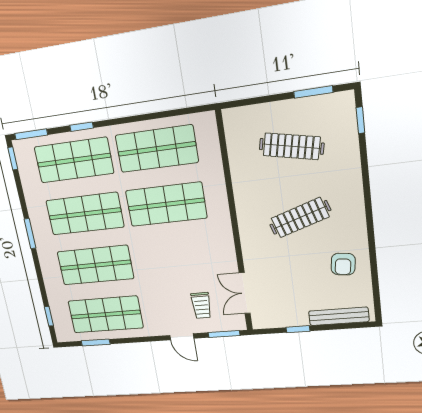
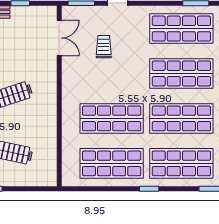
window: (82, 127) -> (149, 189), moved
trolley: (201, 305) -> (104, 47), moved

